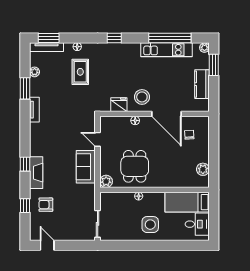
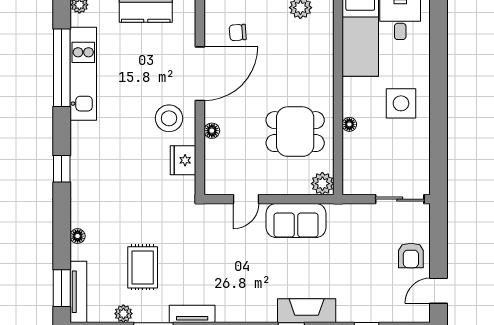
rug: (80, 72) -> (143, 267), moved, turned 90
armchair: (46, 205) -> (411, 255), moved

